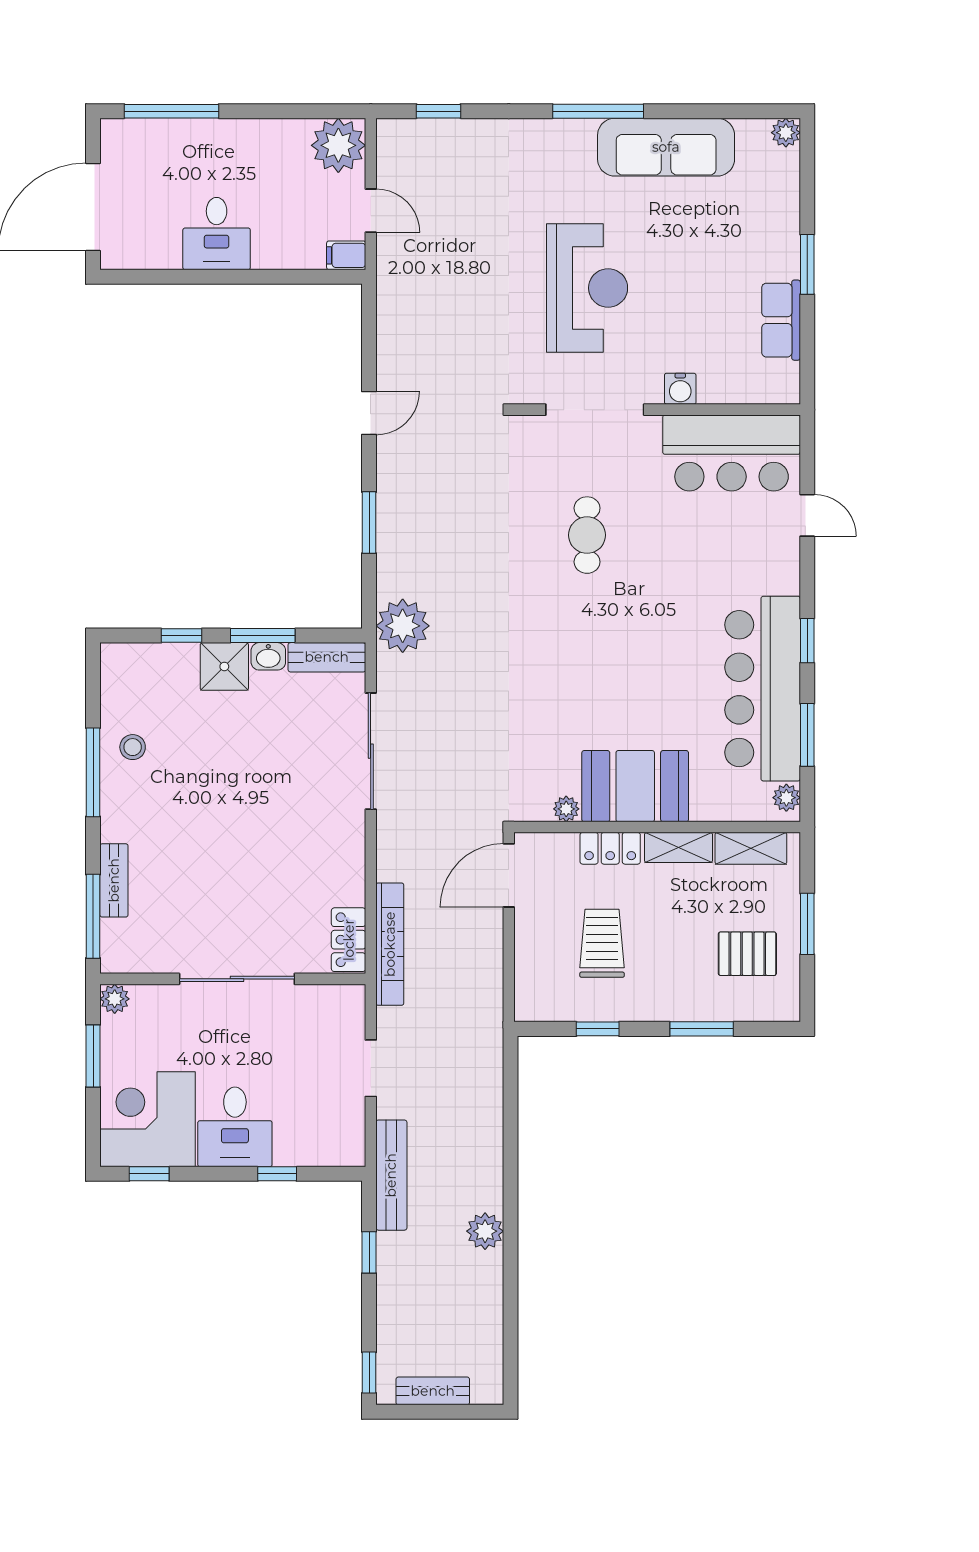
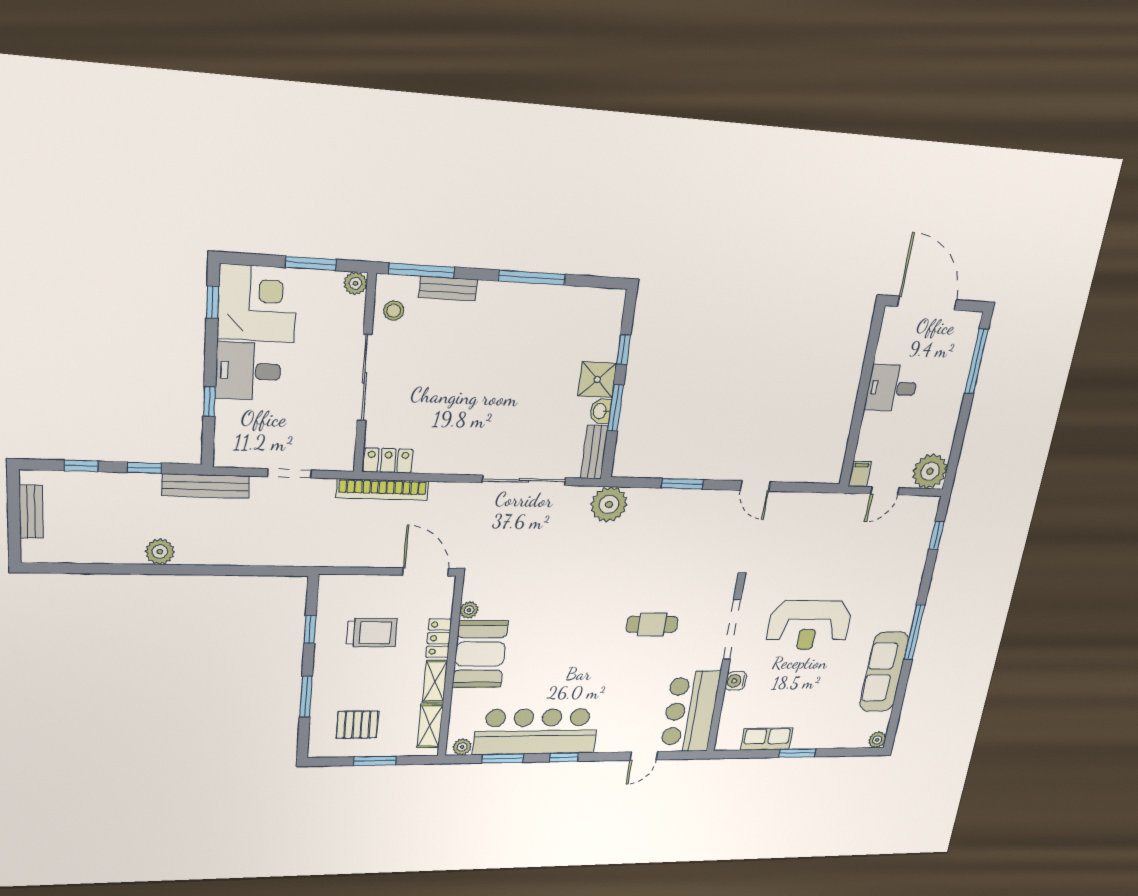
stool: (133, 747) -> (394, 311), moved
pallet: (747, 954) -> (357, 725), turned 90
window: (369, 1373) -> (81, 466), moved

